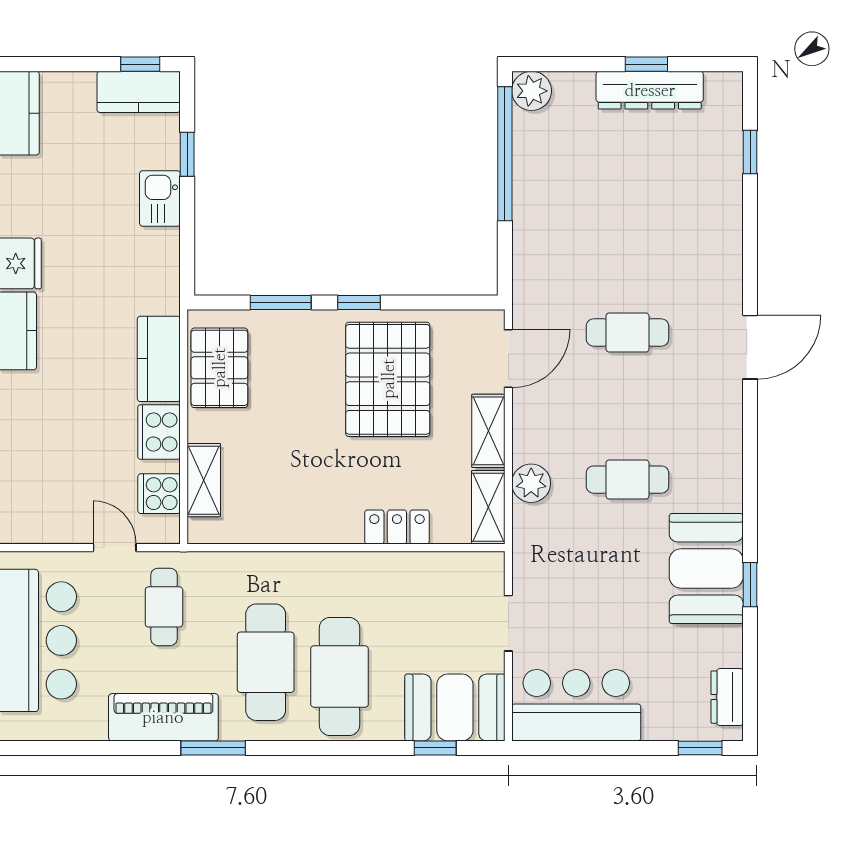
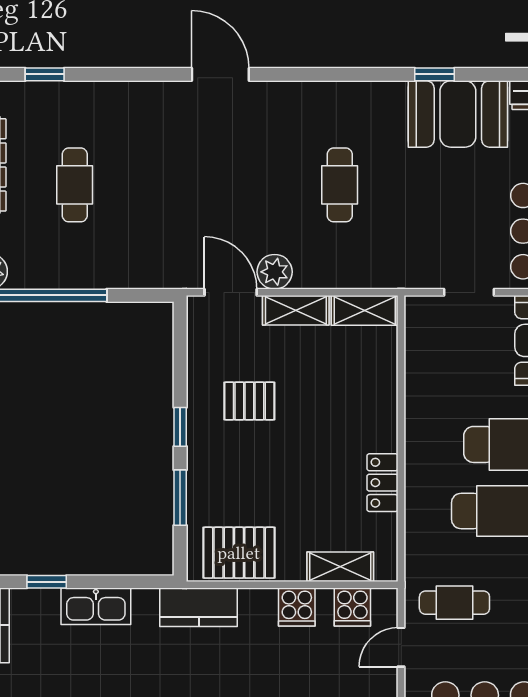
kitchen sink: (160, 198) -> (96, 606), width x1.38
cafe table: (627, 333) -> (75, 185), moved
kitchen counter: (159, 359) -> (199, 607), moved
pallet: (388, 379) -> (249, 401), width x0.49, depth x0.50
cooker: (159, 432) -> (297, 607), width x0.73
plant: (531, 483) -> (275, 272), moved
locker: (397, 527) -> (382, 483), moved
booth: (706, 569) -> (458, 114), moved

